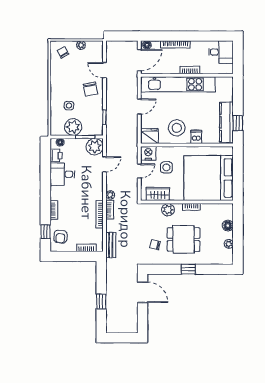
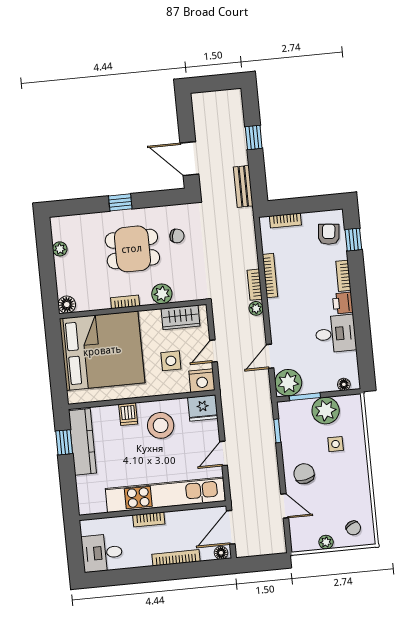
printer: (56, 156) -> (343, 303), moved
floor lamp: (228, 226) -> (67, 305), moved
bench: (111, 245) -> (243, 186), moved

